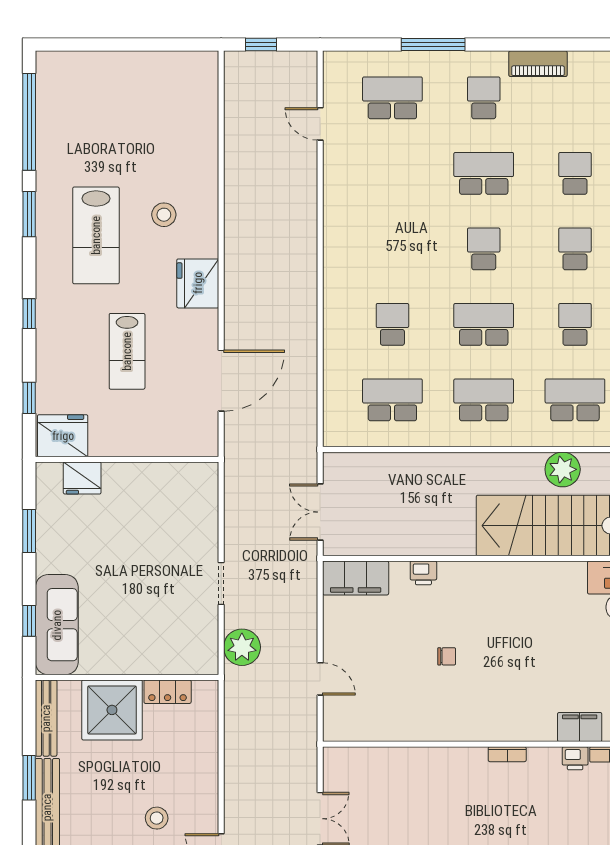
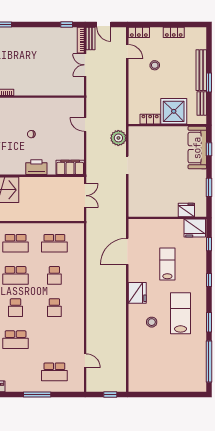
school desk: (484, 98) -> (54, 308), moved
printer: (423, 573) -> (36, 167), width x1.87, depth x1.48
bench: (46, 718) -> (202, 103), width x0.73

